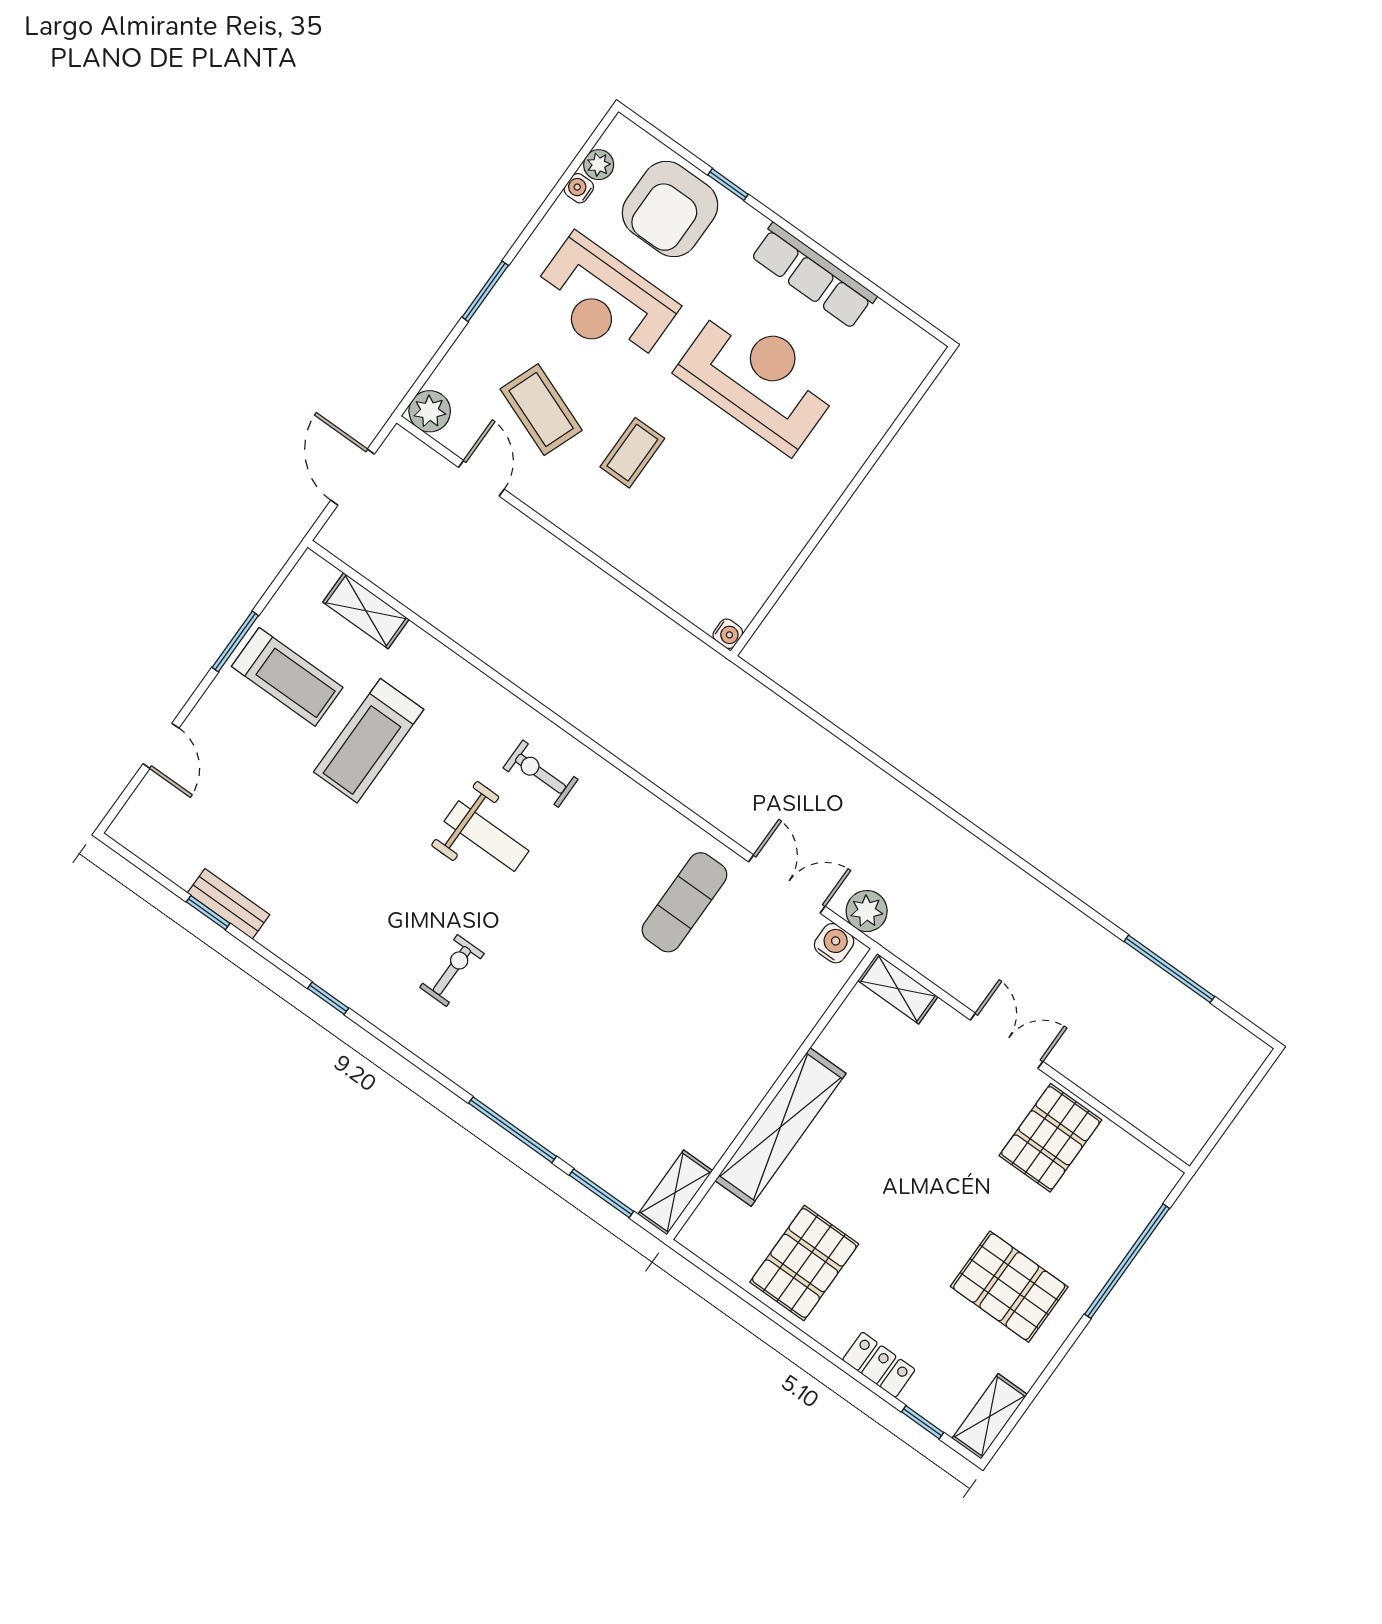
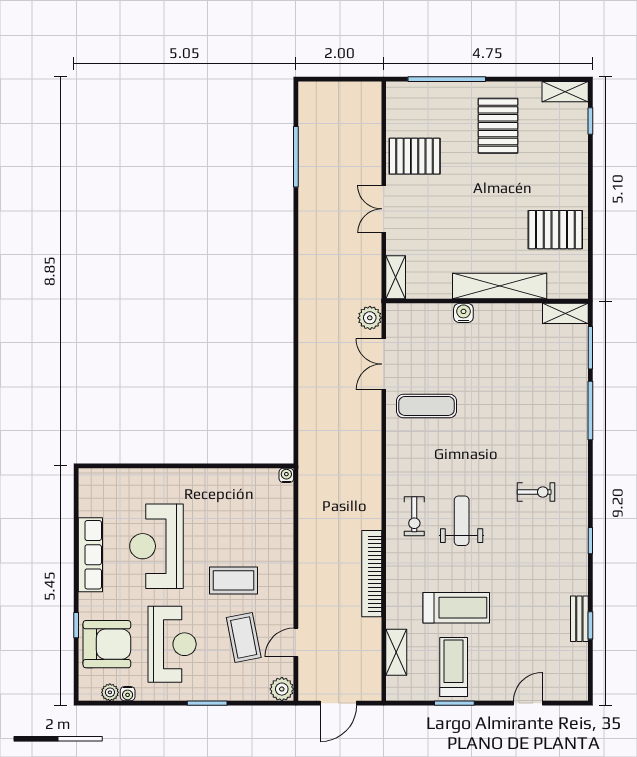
coffee table: (541, 410) -> (244, 637), turned -32
coffee table: (632, 453) -> (233, 580), width x1.36, depth x1.30
bookcase: (502, 655) -> (372, 574), added
water cooler: (834, 943) -> (463, 313), moved, turned 90
exercise bike: (452, 971) -> (536, 492), turned 180
locker: (879, 1365) -> (578, 161), removed

